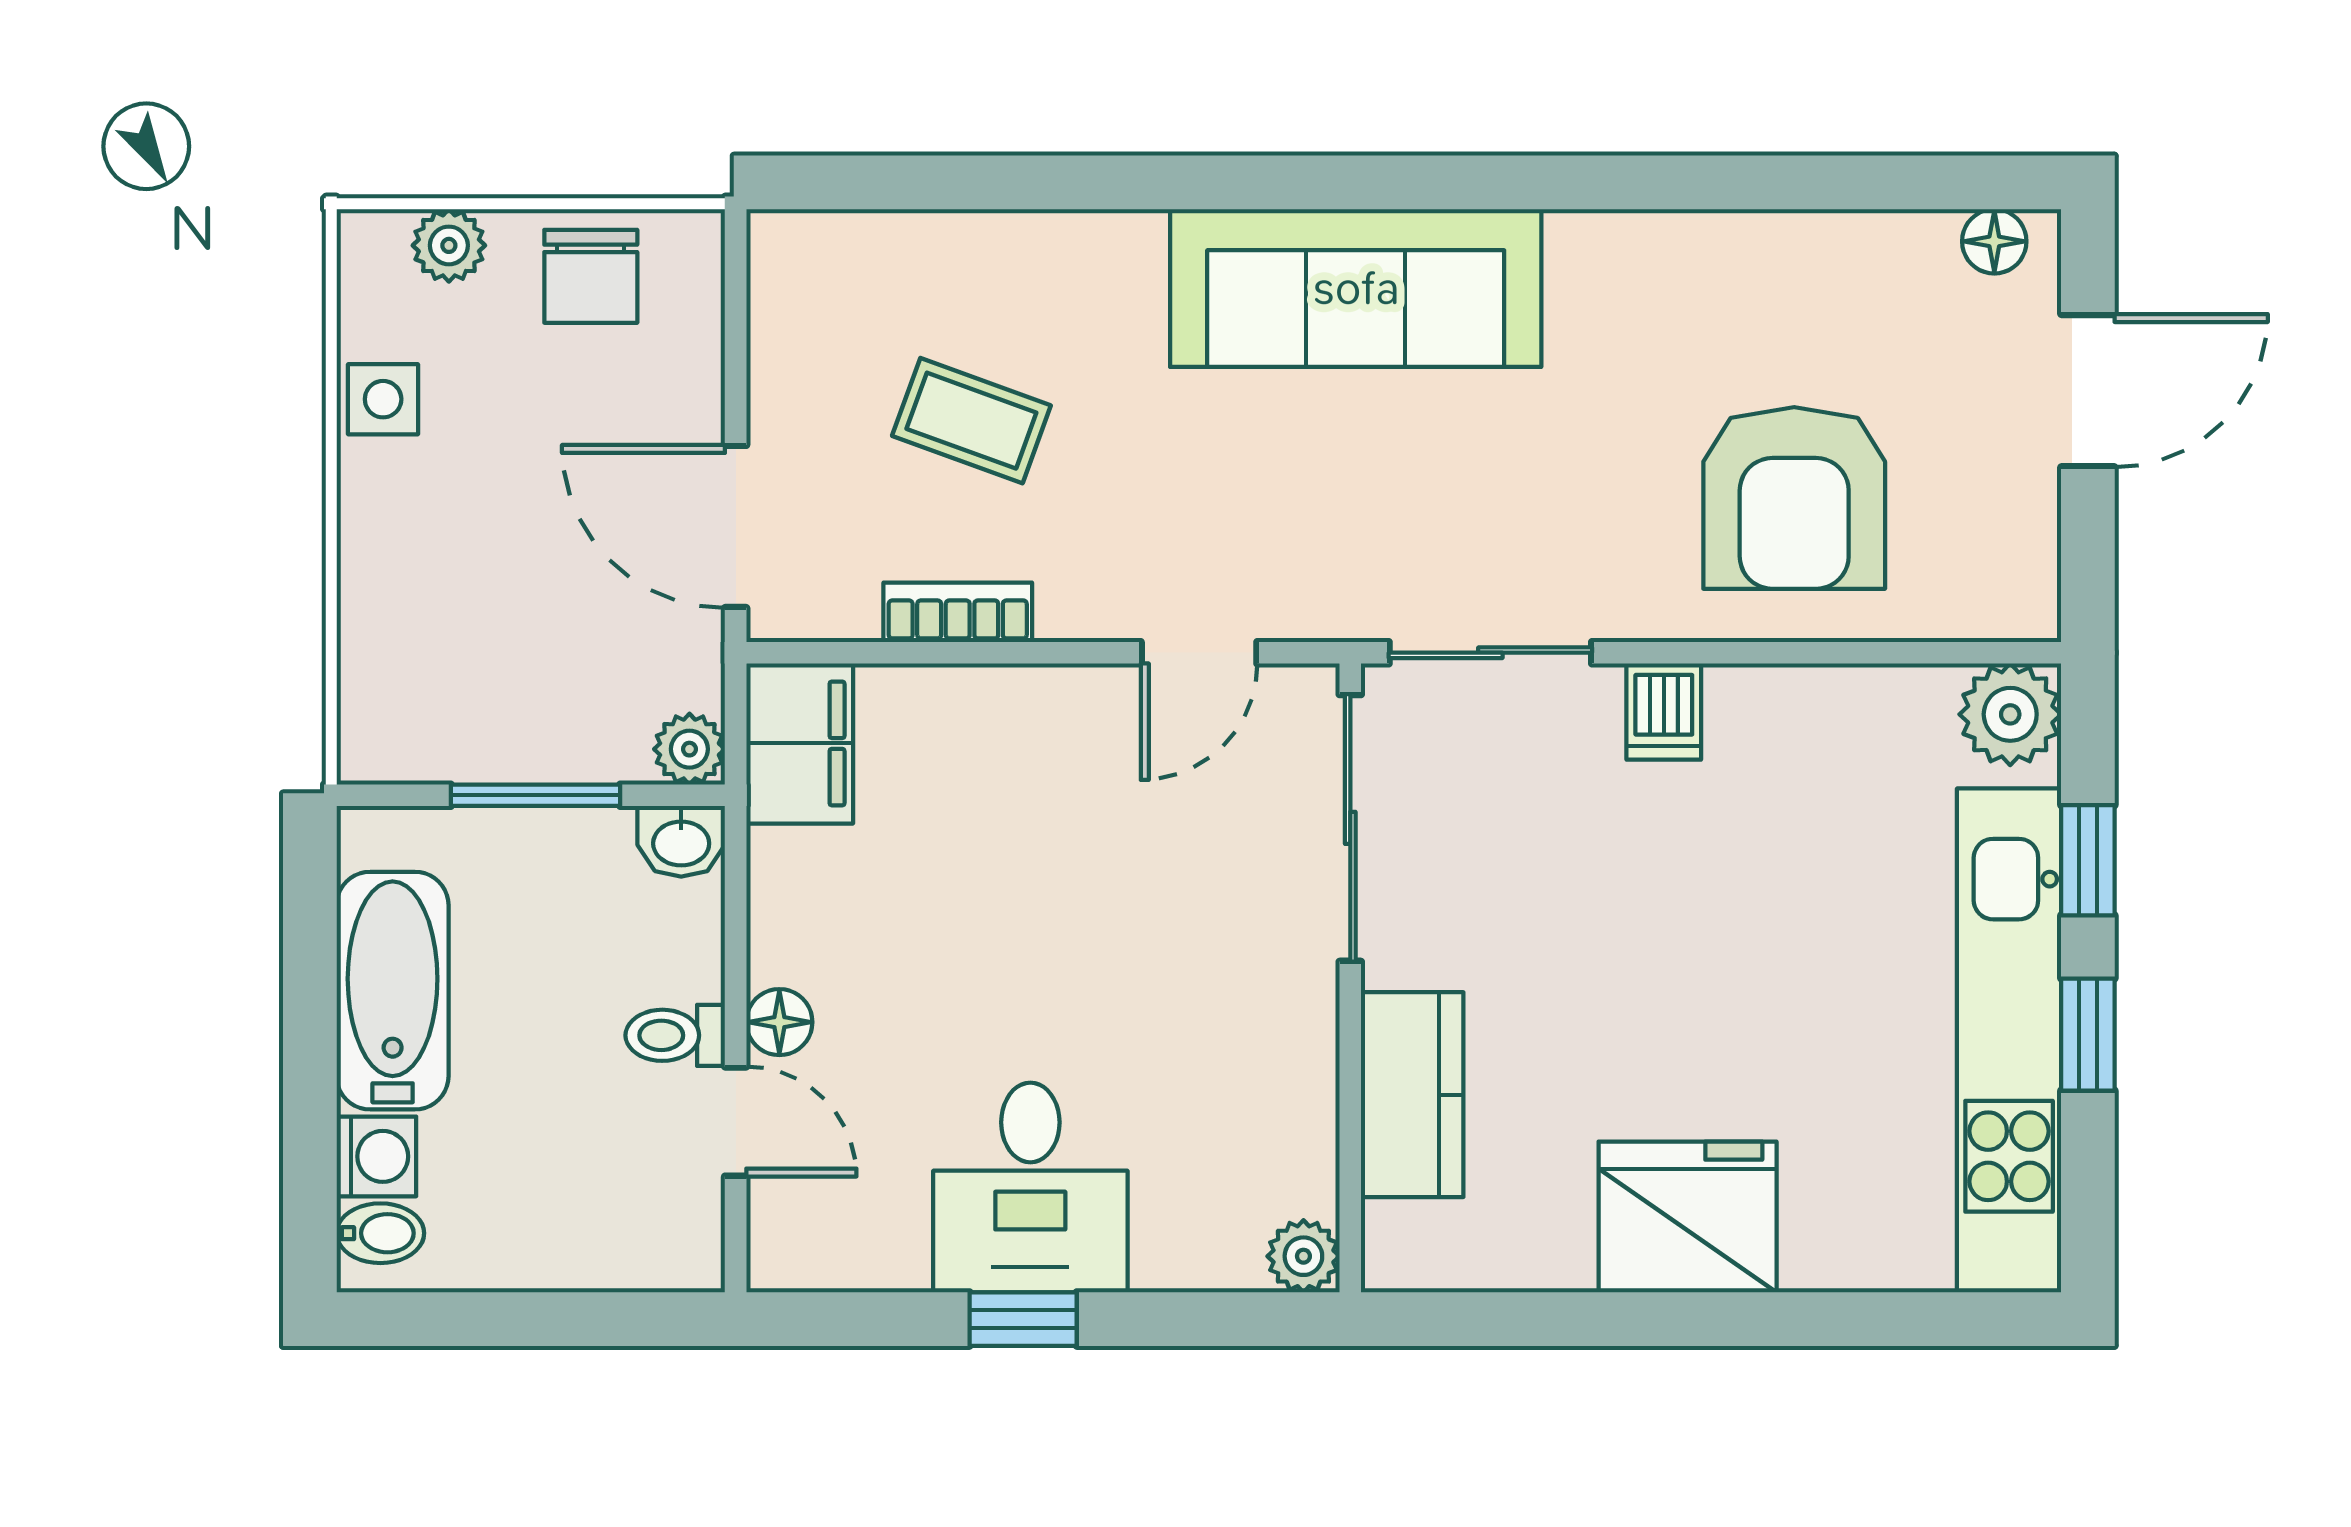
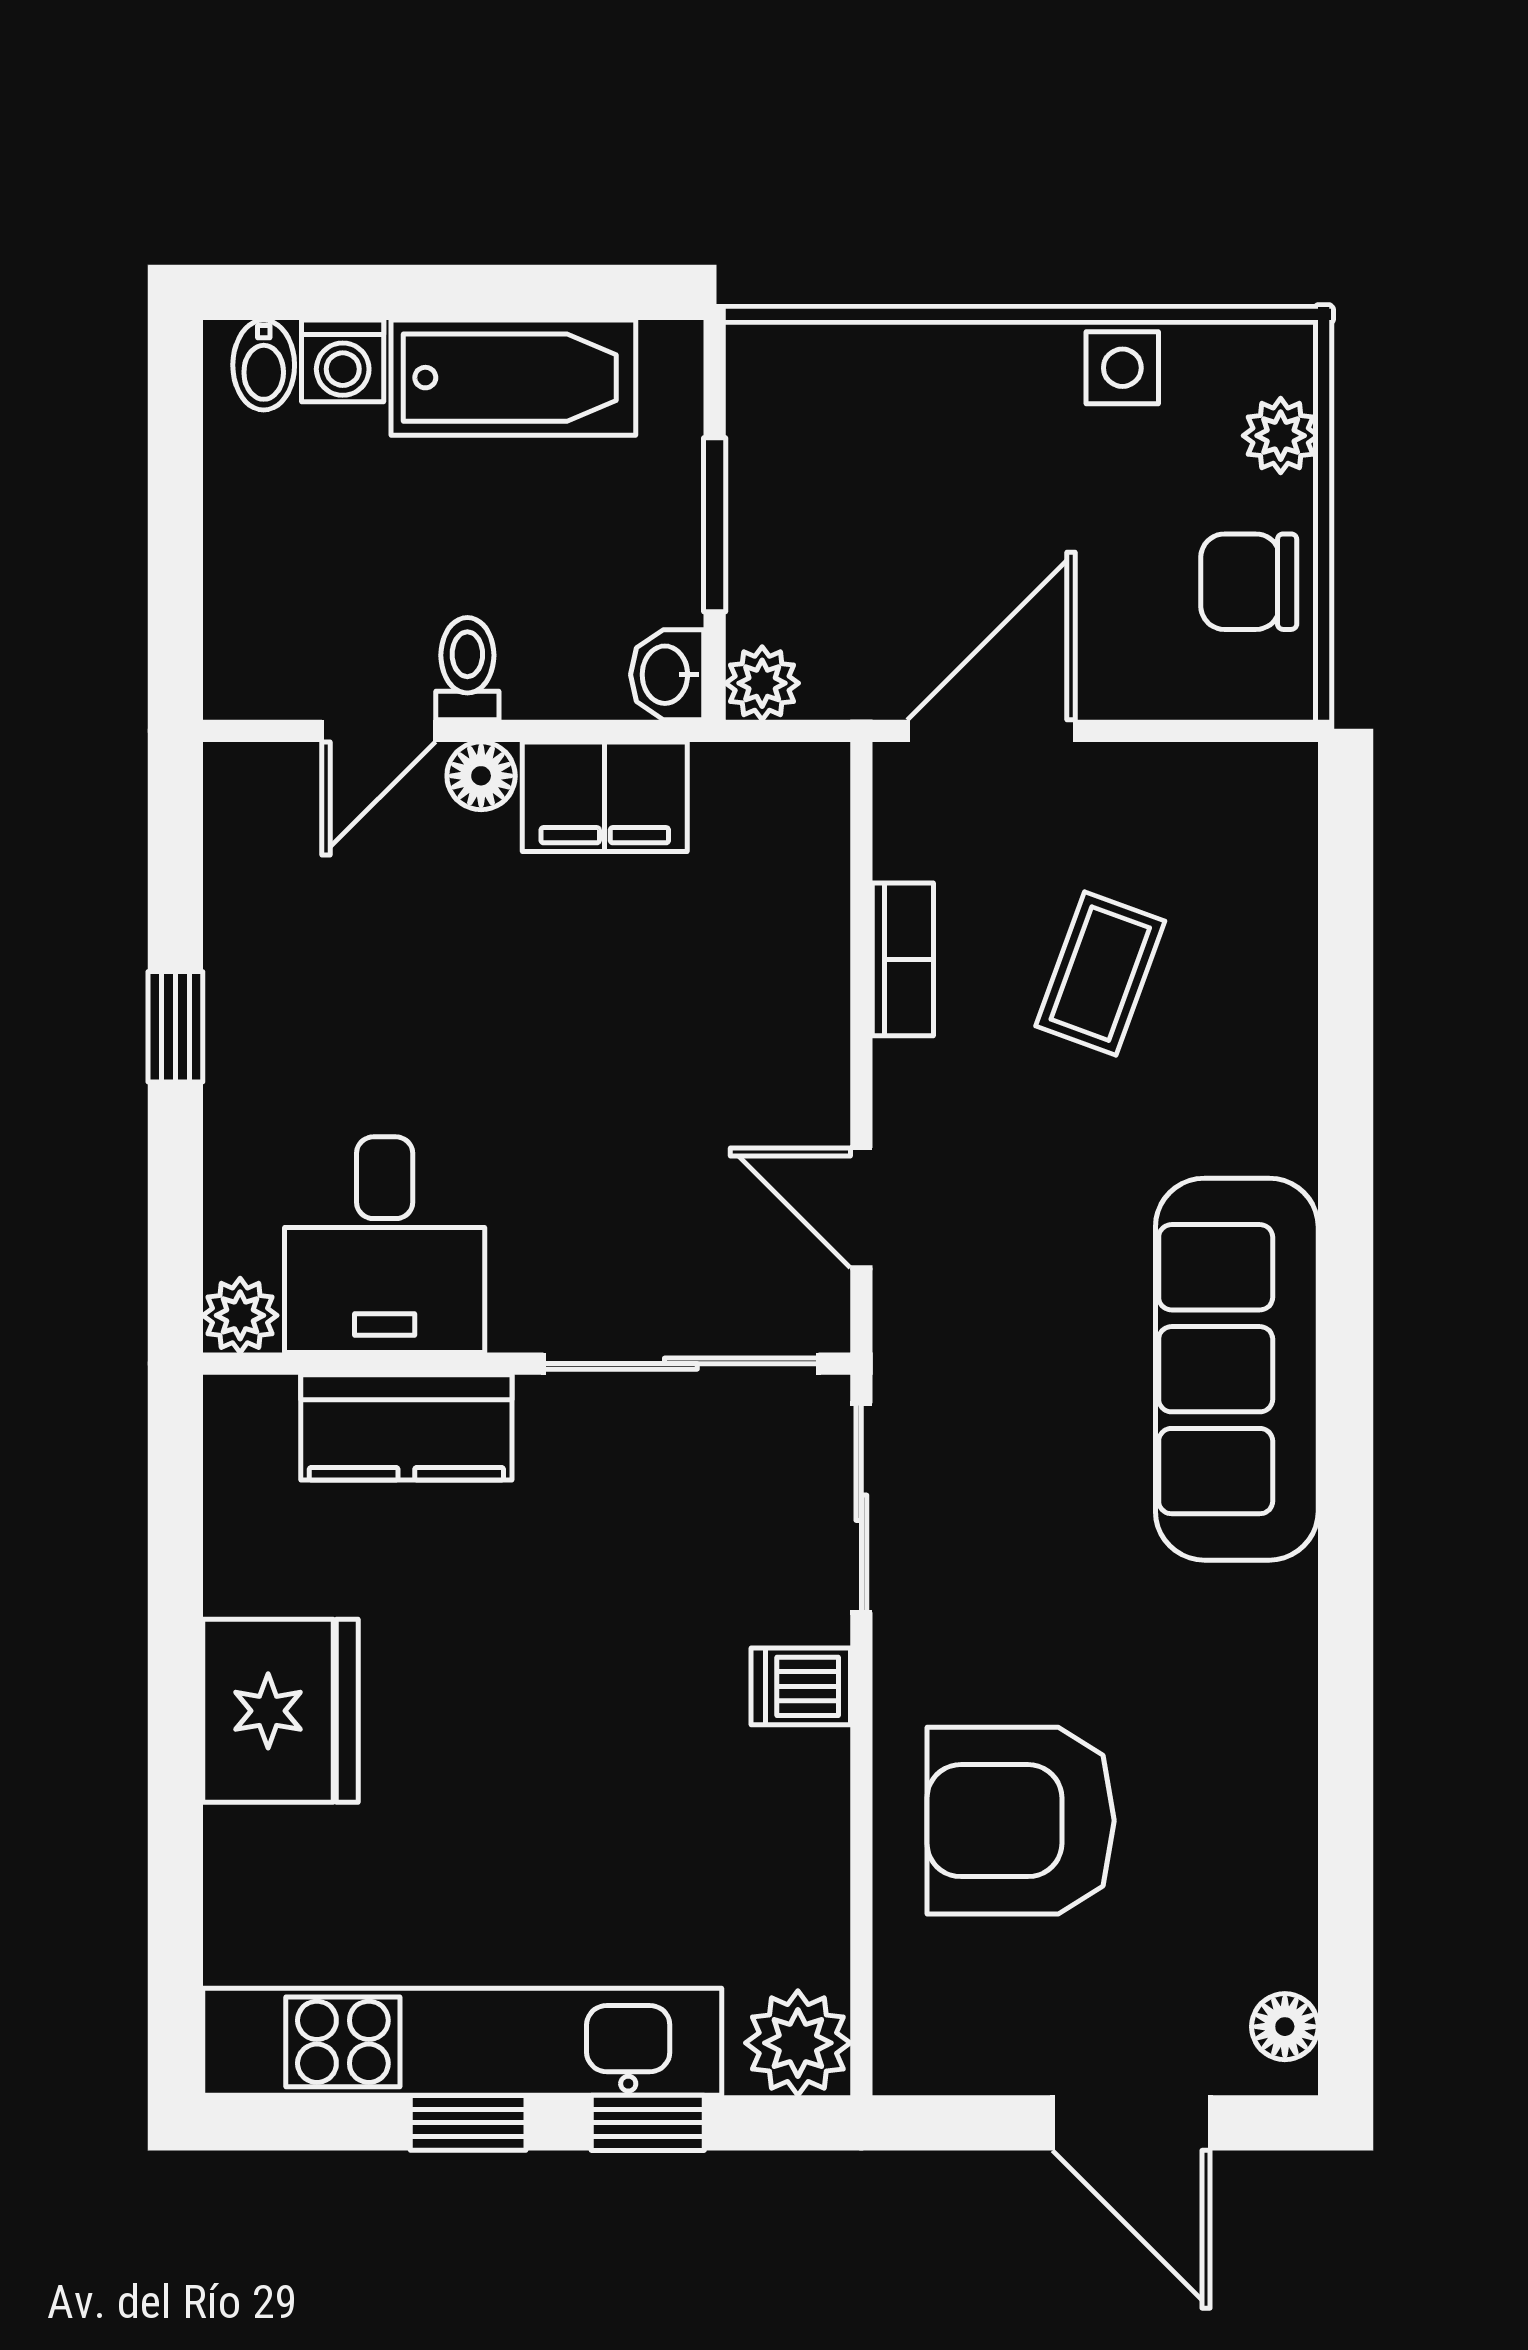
filing cabinet: (800, 743) -> (605, 797), moved
desk: (1030, 1187) -> (385, 1245), moved, turned -90

